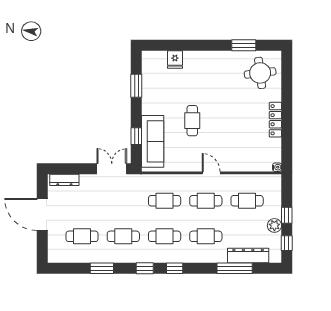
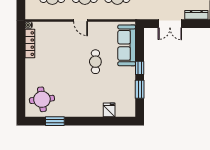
locker: (275, 120) -> (30, 44), moved
window: (136, 136) -> (140, 68), moved
double door: (112, 169) -> (170, 24), moved

